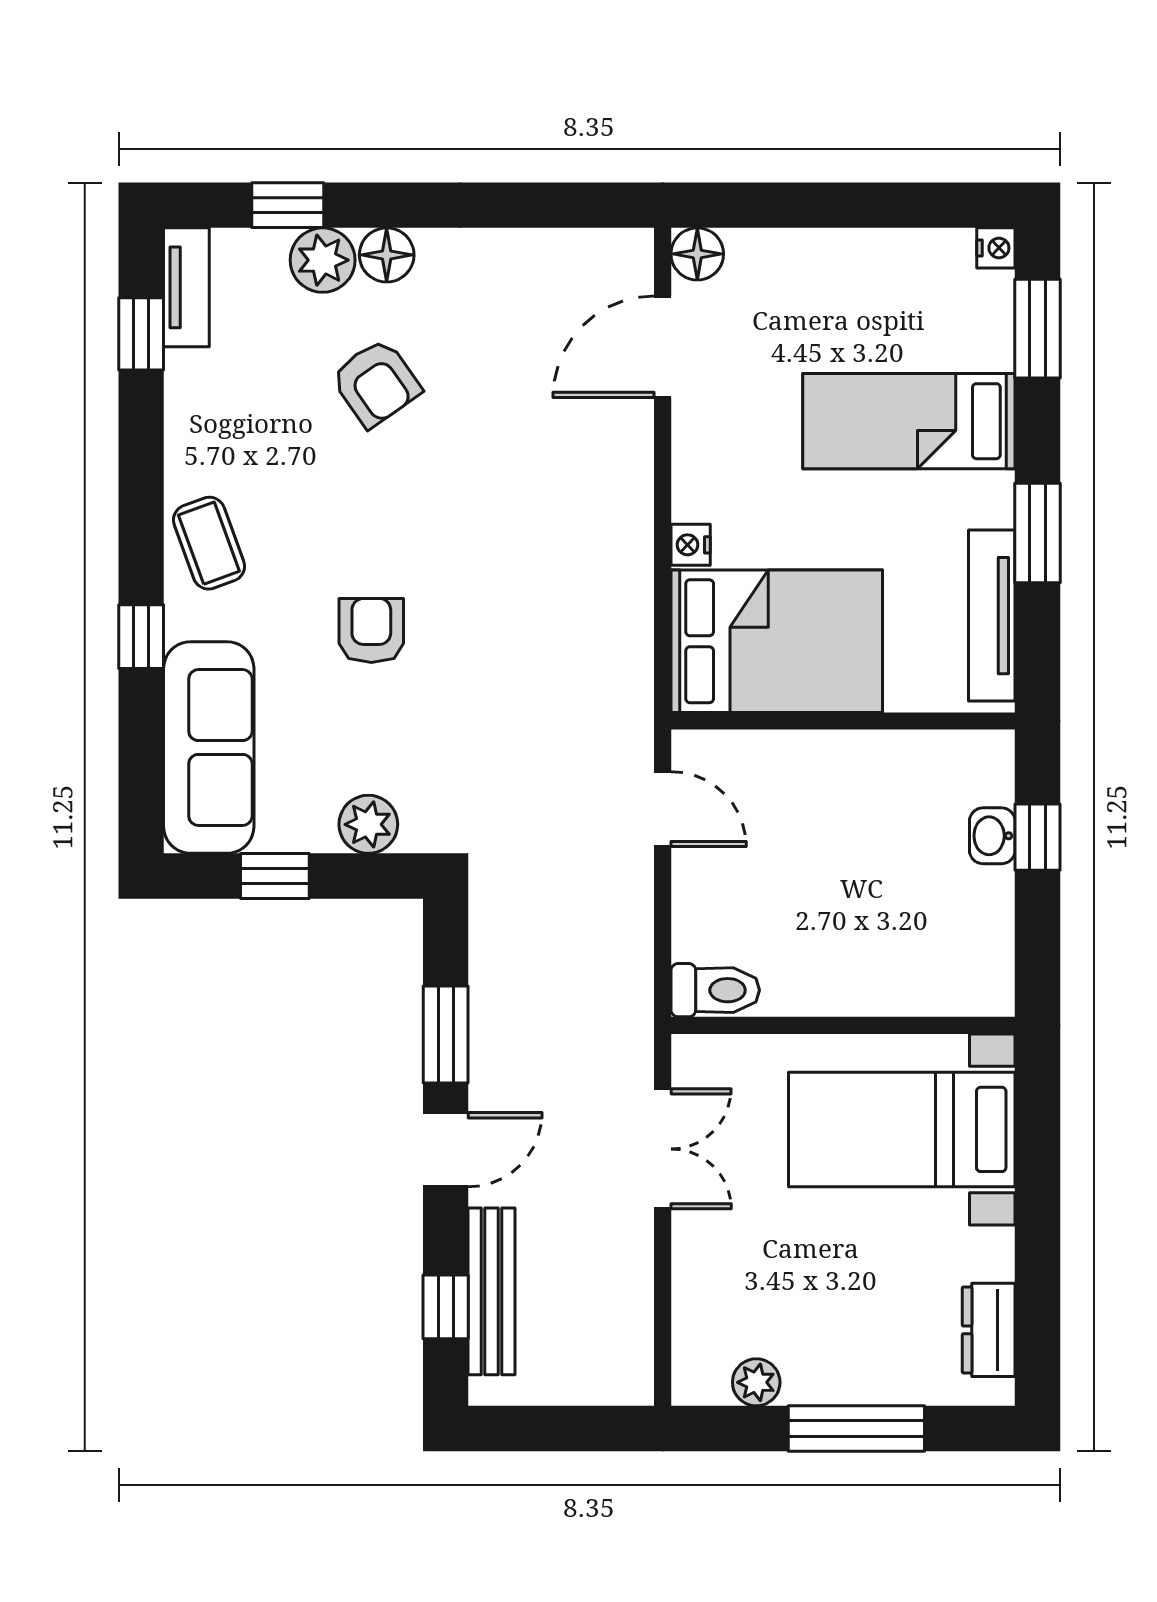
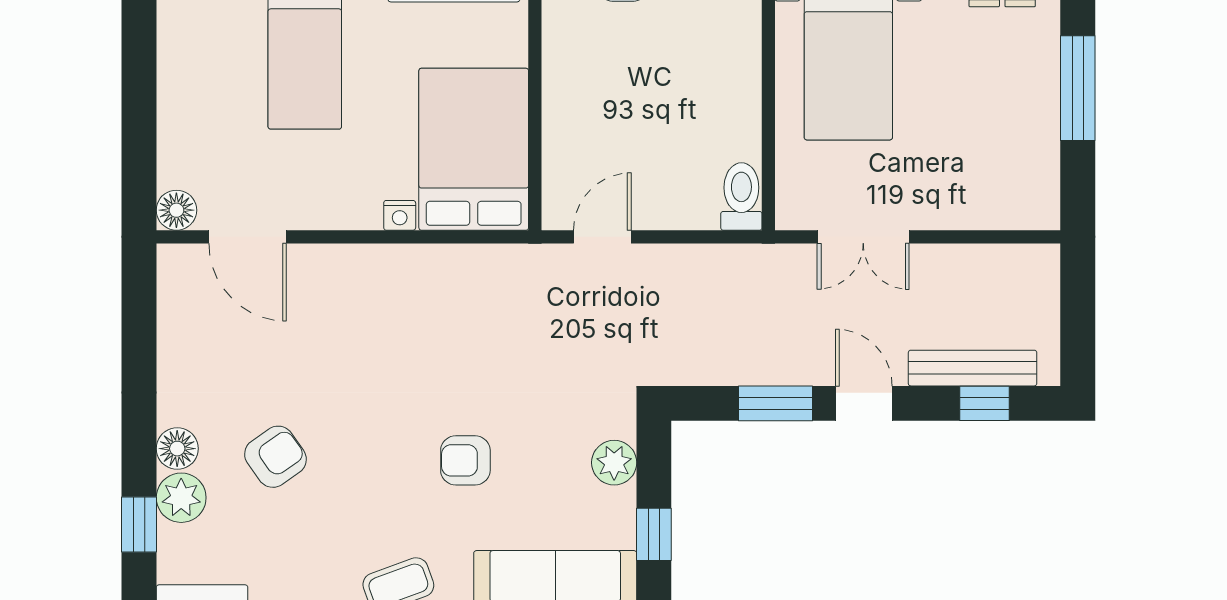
double door: (663, 1149) -> (863, 237), swing flipped
plant: (756, 1382) -> (1042, 165), removed

